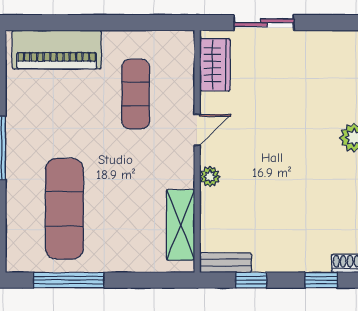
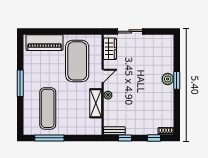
exercise mat: (136, 94) -> (77, 61), width x2.00, depth x1.45
shelving: (181, 225) -> (96, 103), moved

